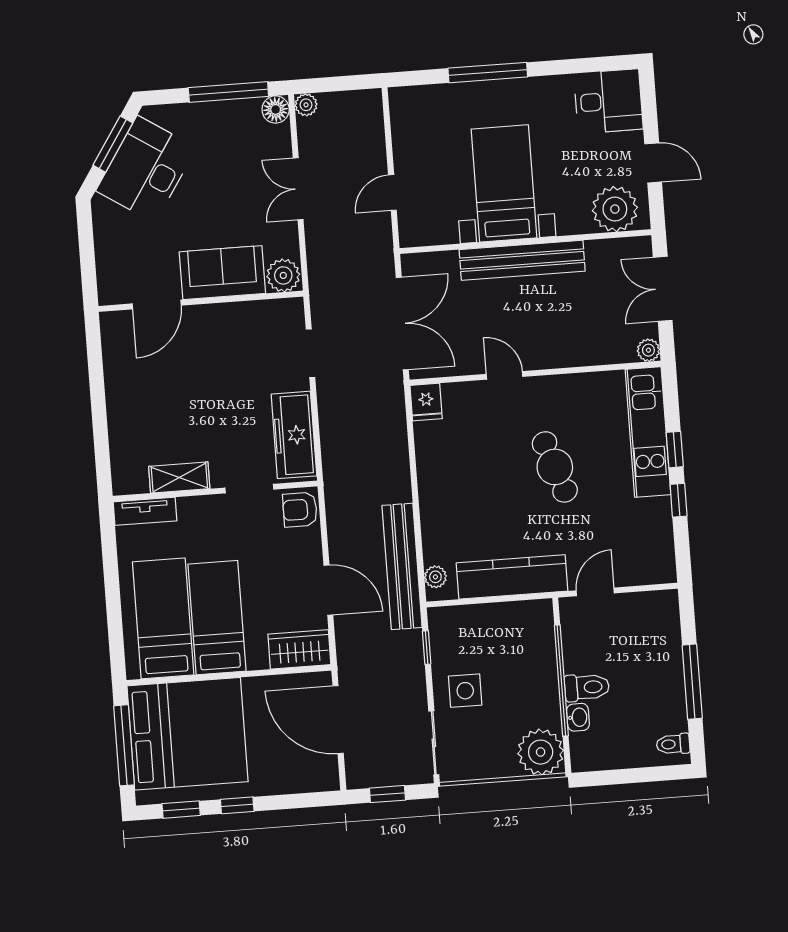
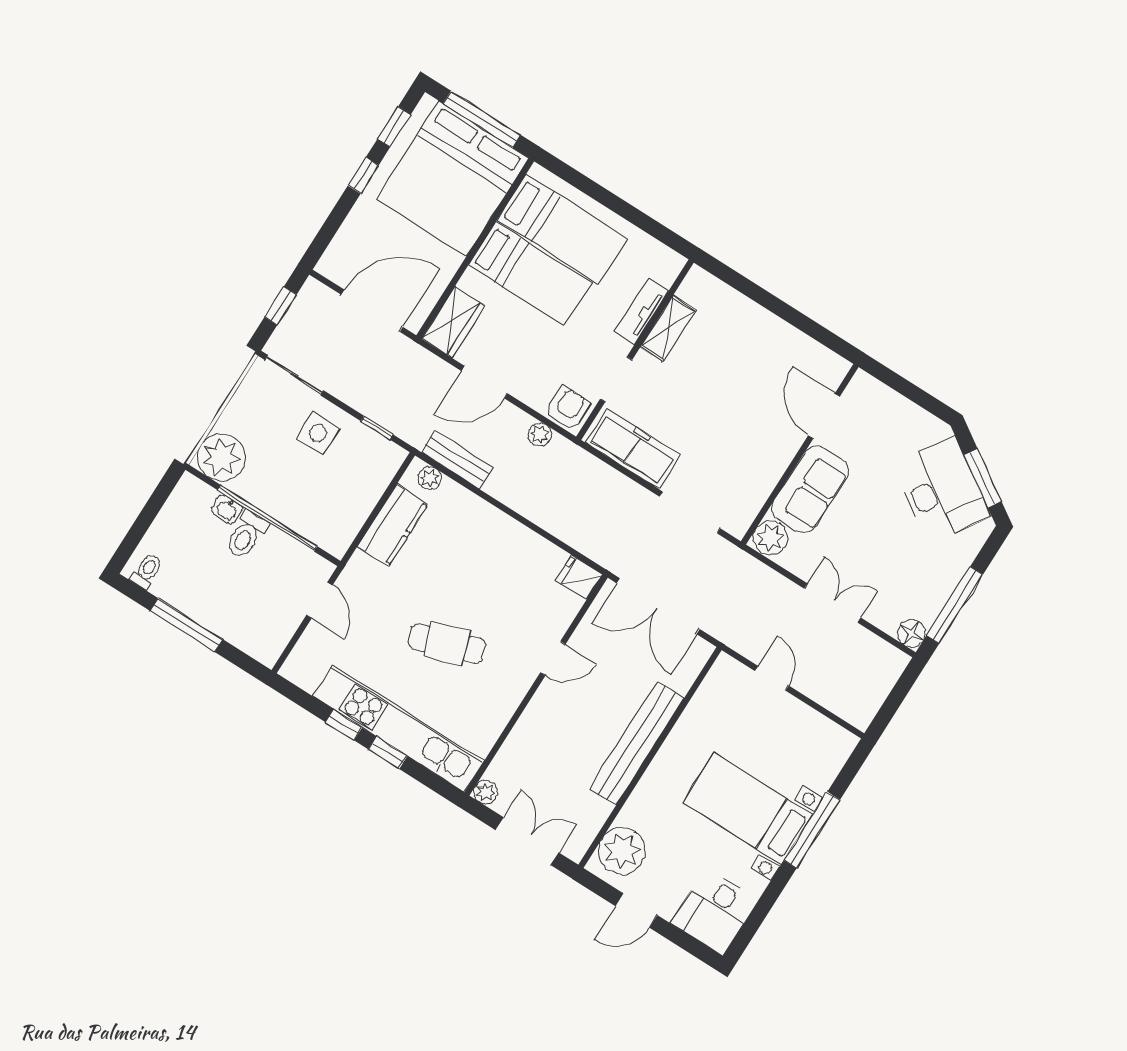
plant: (306, 105) -> (540, 435), moved
bed with nightstands: (504, 183) -> (748, 809), moved, turned 180
doorway: (310, 353) -> (690, 512), width x1.38
kitchen unit: (648, 432) -> (398, 729), width x1.36
tv unit: (145, 511) -> (641, 311), moved
bench: (402, 566) -> (457, 460), width x0.54, depth x0.82
kitchen counter: (512, 577) -> (393, 525), width x0.67

